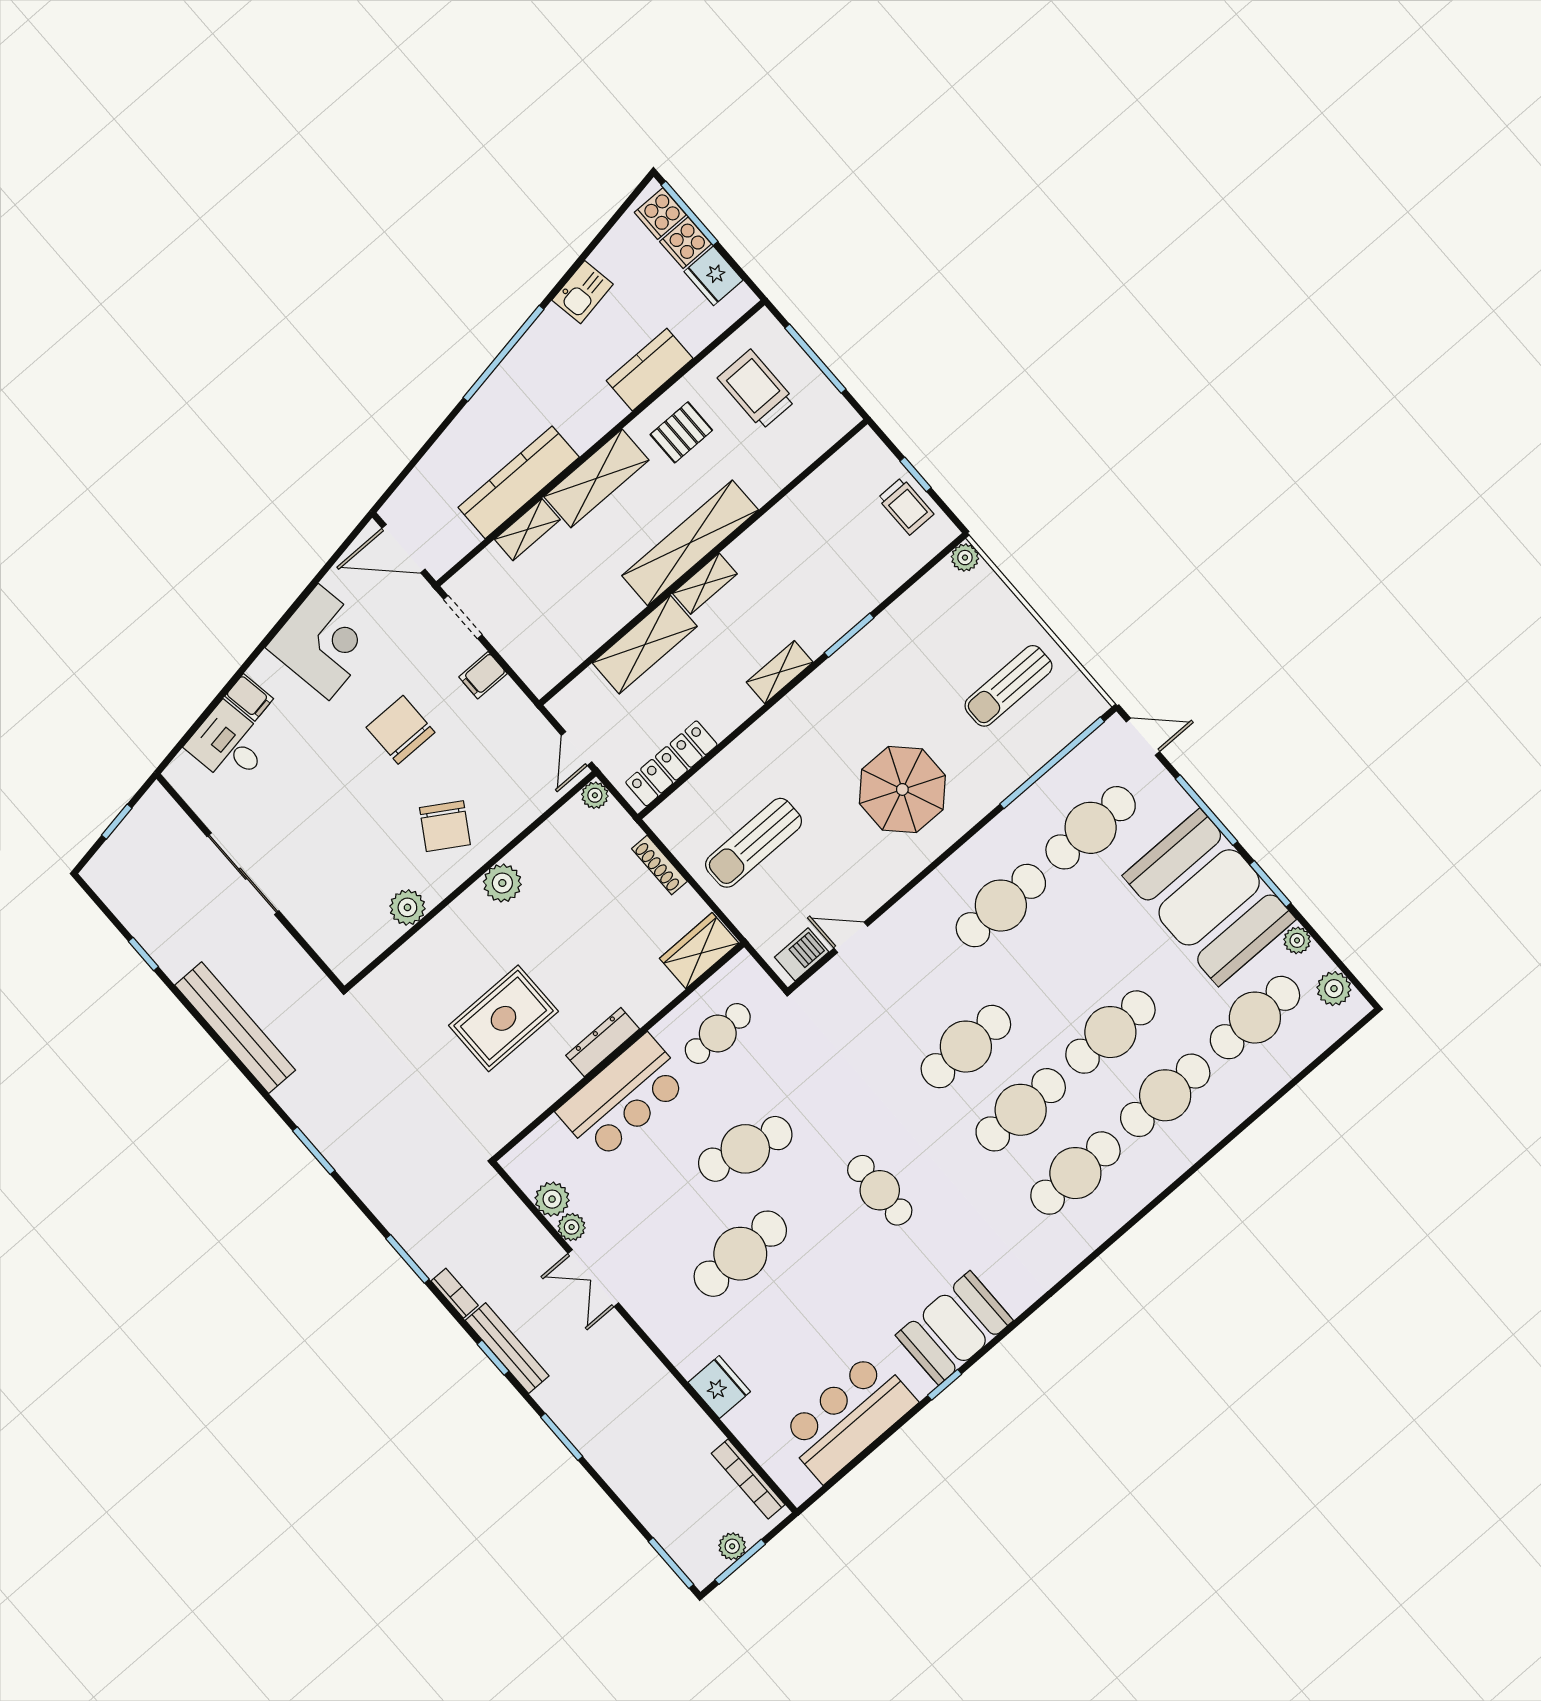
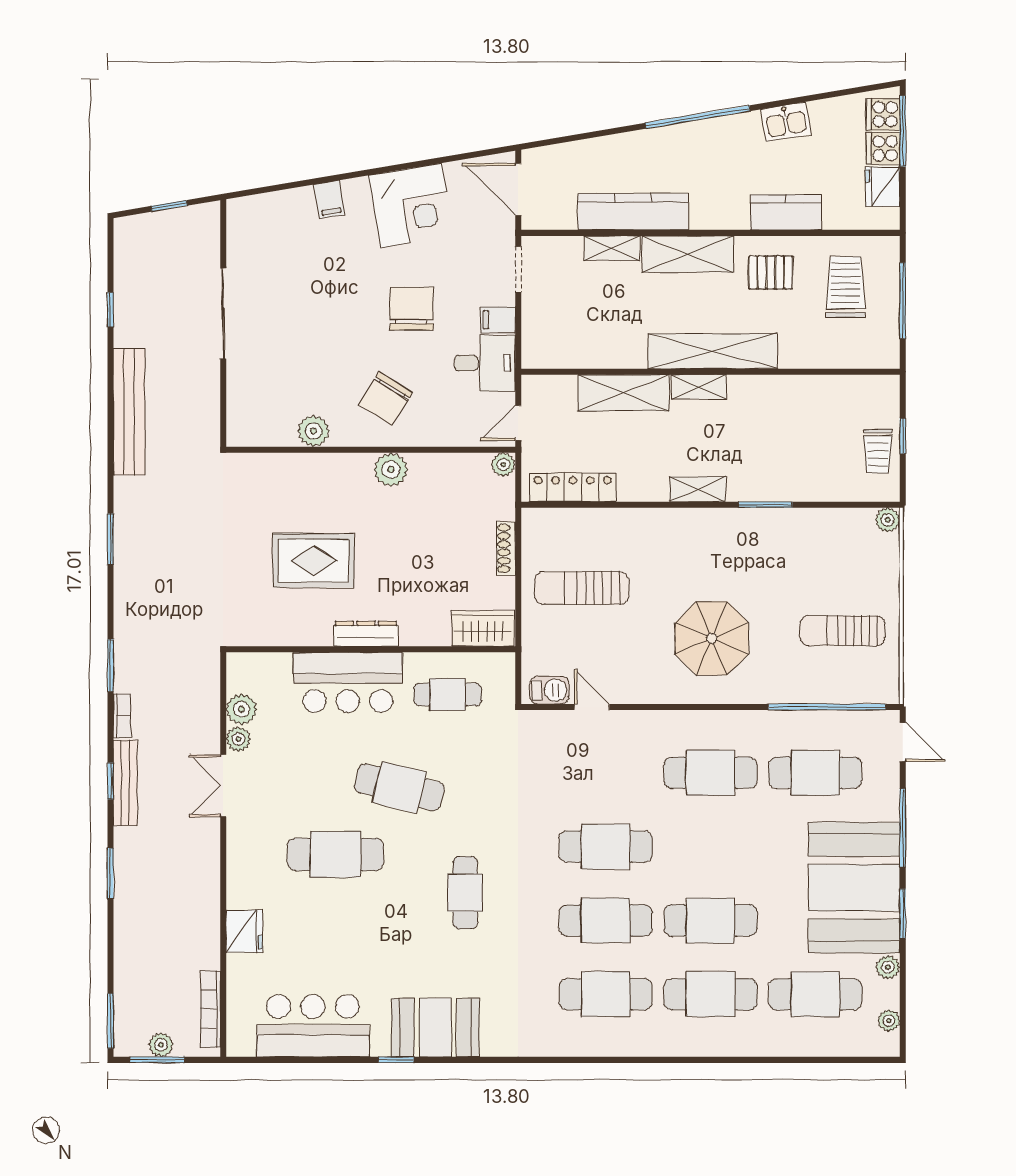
desk: (229, 745) -> (485, 363), moved, turned 100
plant: (1334, 989) -> (889, 1021), width x0.73, depth x0.73

